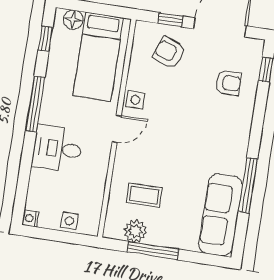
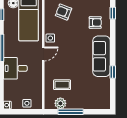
window: (248, 185) -> (113, 72), width x0.46
sofa: (221, 215) -> (102, 56), moved

